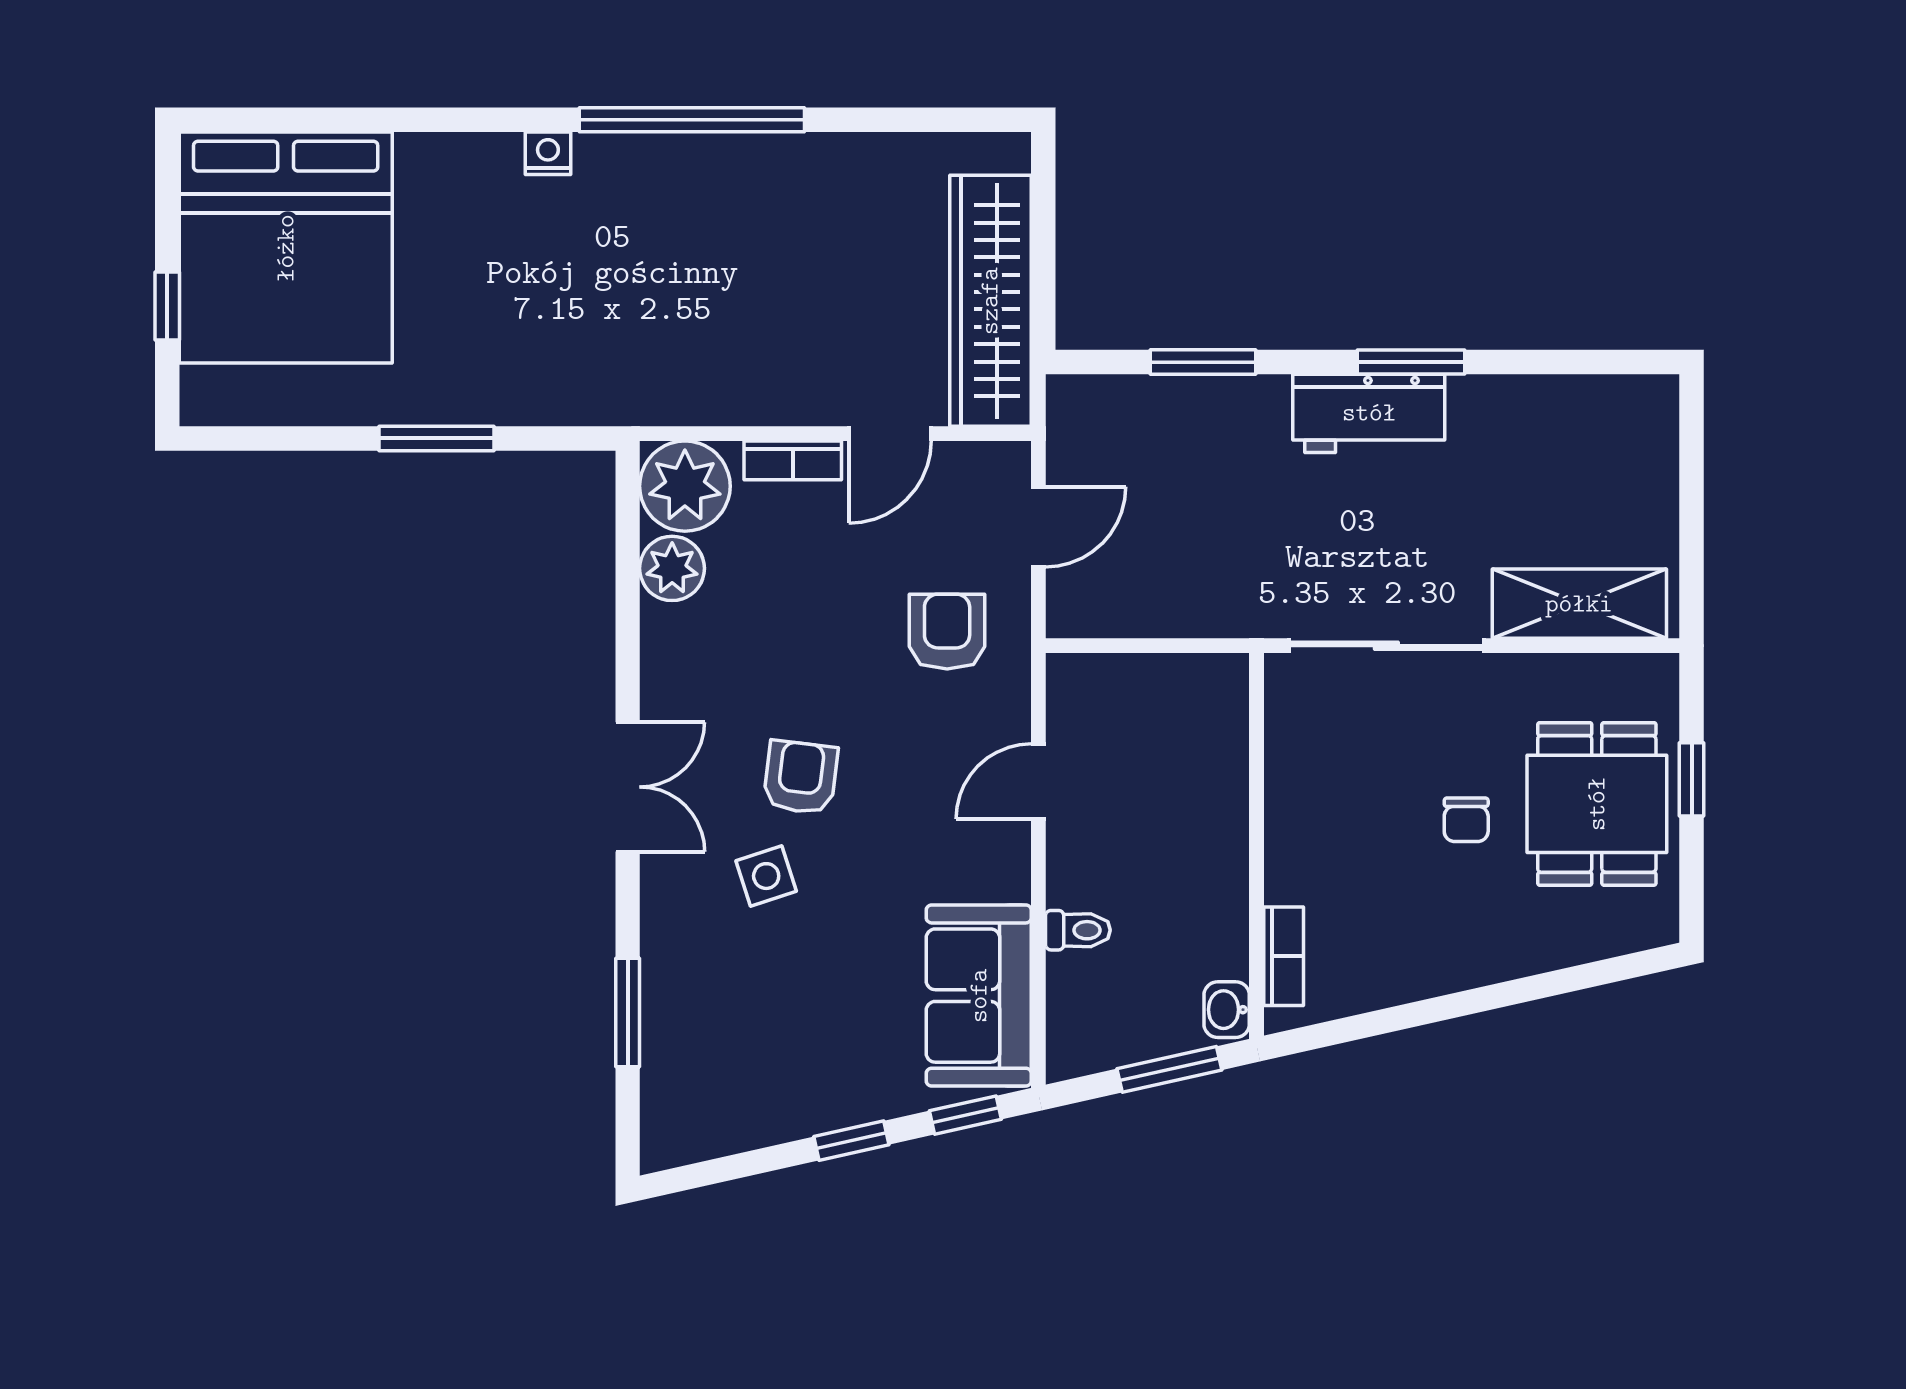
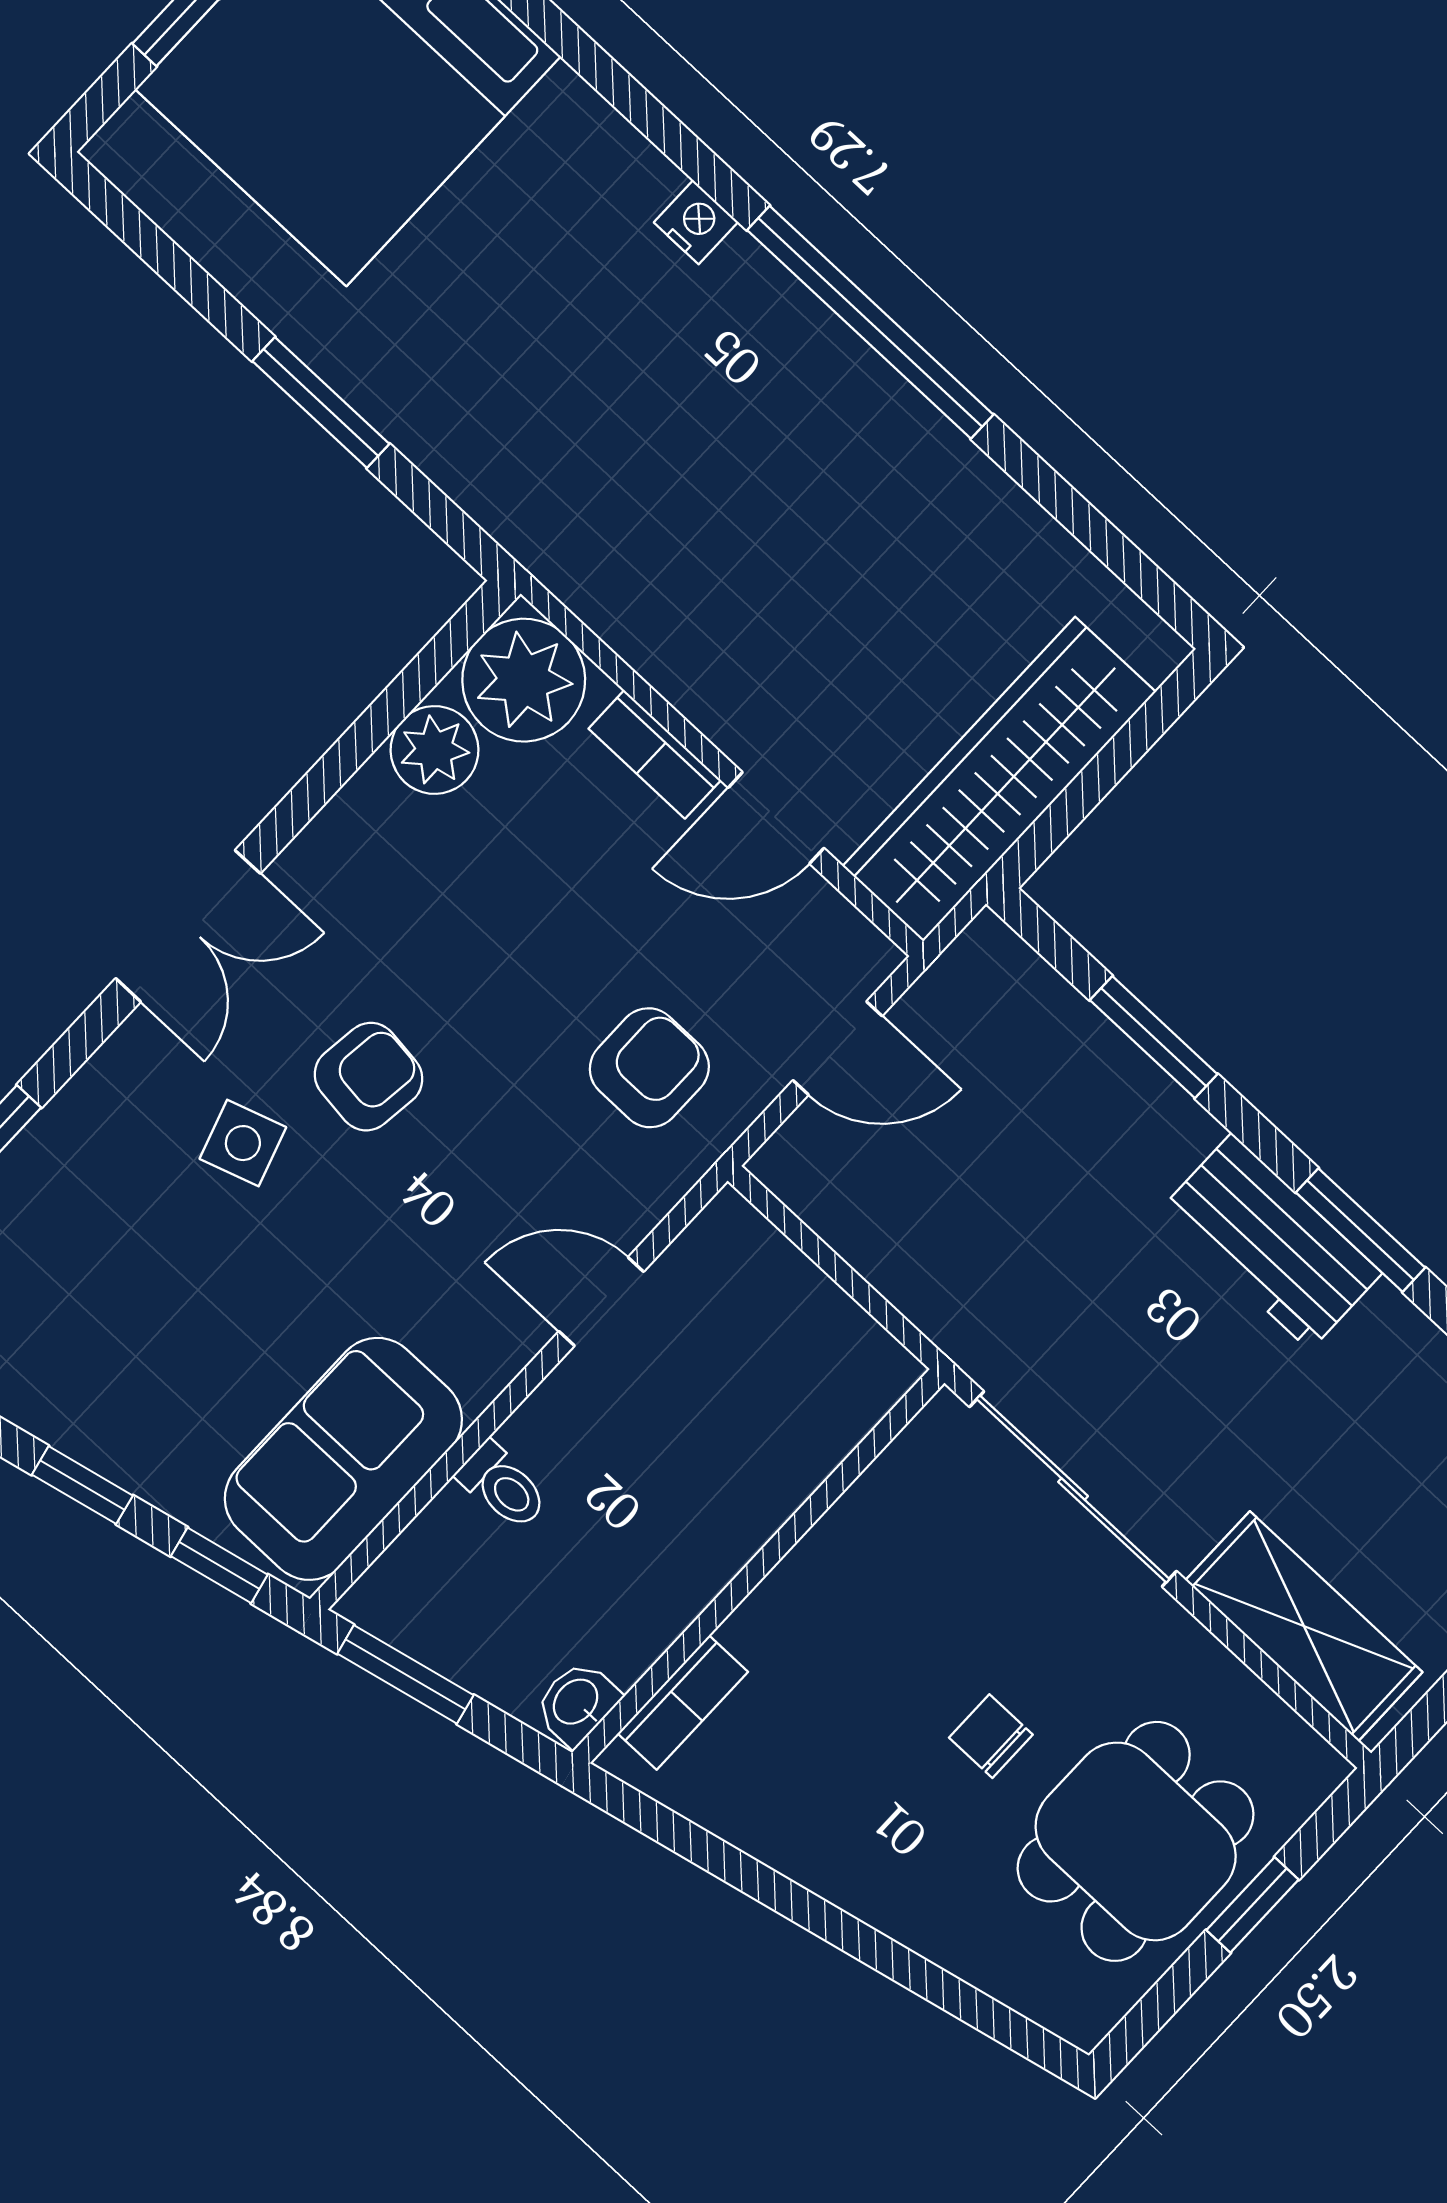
chair: (1466, 820) -> (991, 1736), turned 90
window: (1169, 1069) -> (405, 1674), moved

